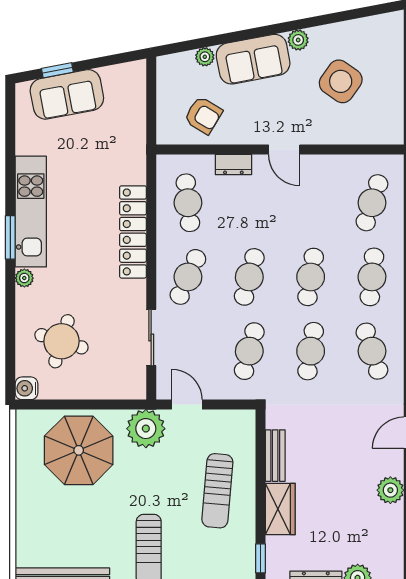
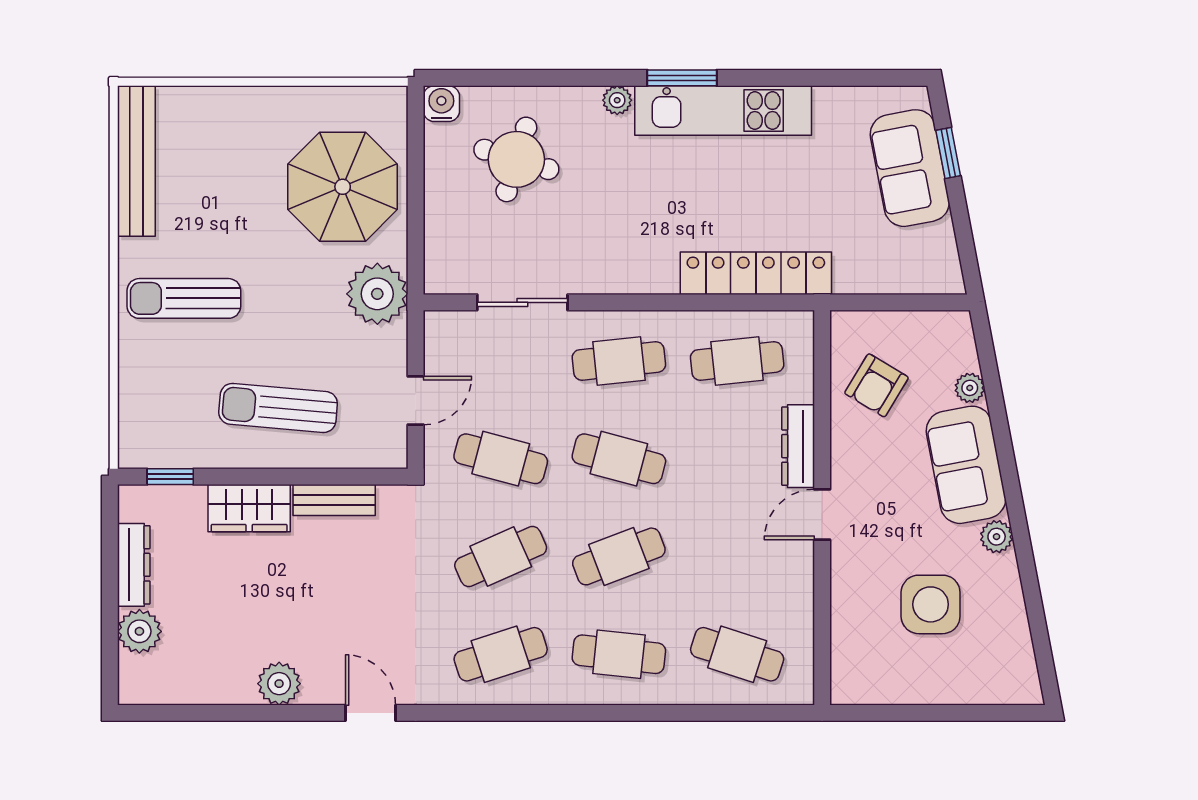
side table: (341, 81) -> (931, 604), turned -35
dresser: (233, 164) -> (798, 446), width x1.44
locker: (133, 232) -> (756, 273), moved
cafe table: (188, 277) -> (619, 361), turned -30
cafe table: (311, 277) -> (619, 556), turned -30
cafe table: (311, 351) -> (501, 556), turned -33
door: (187, 404) -> (416, 401), moved

